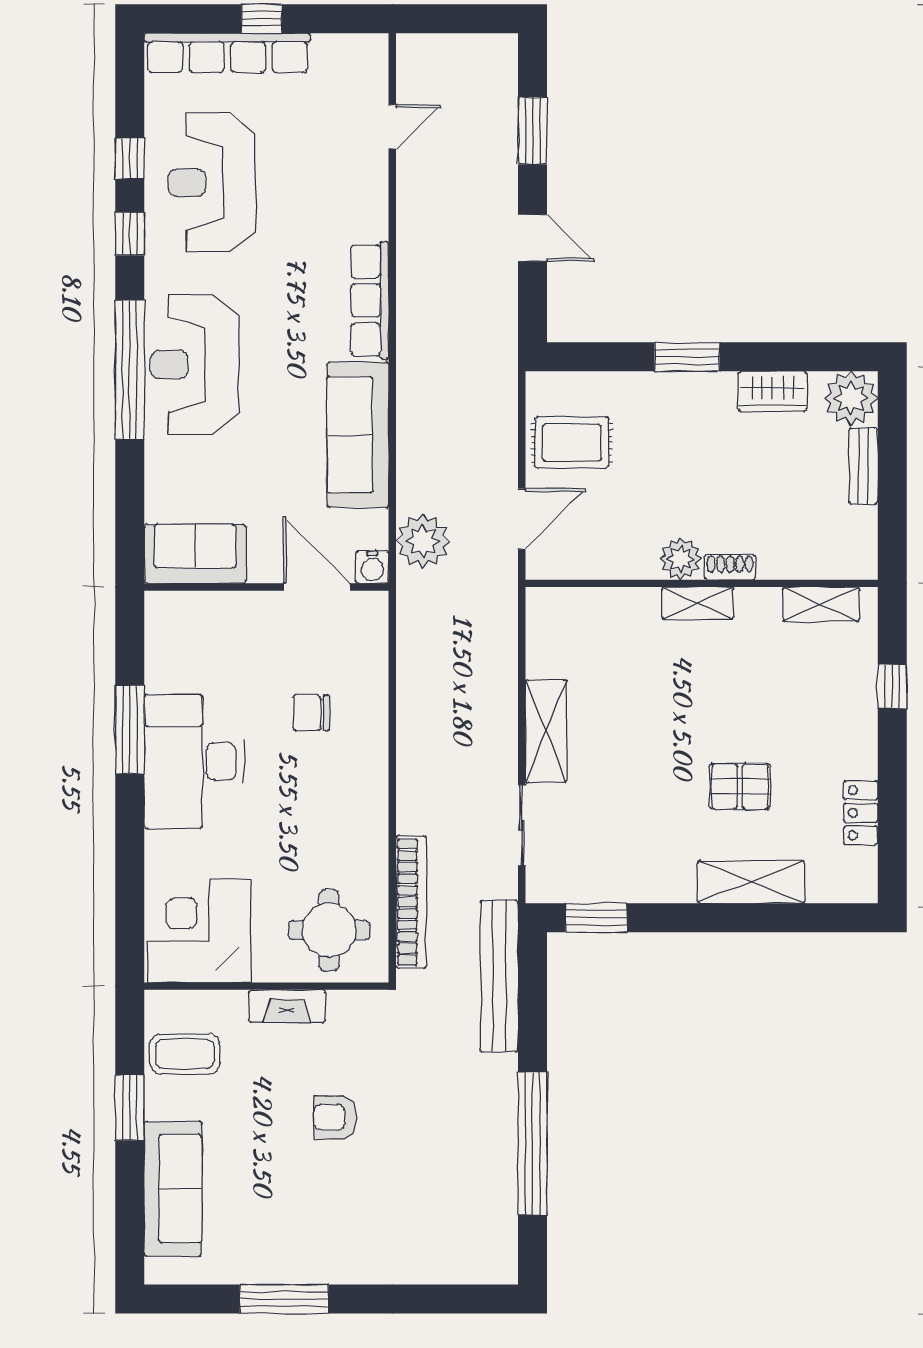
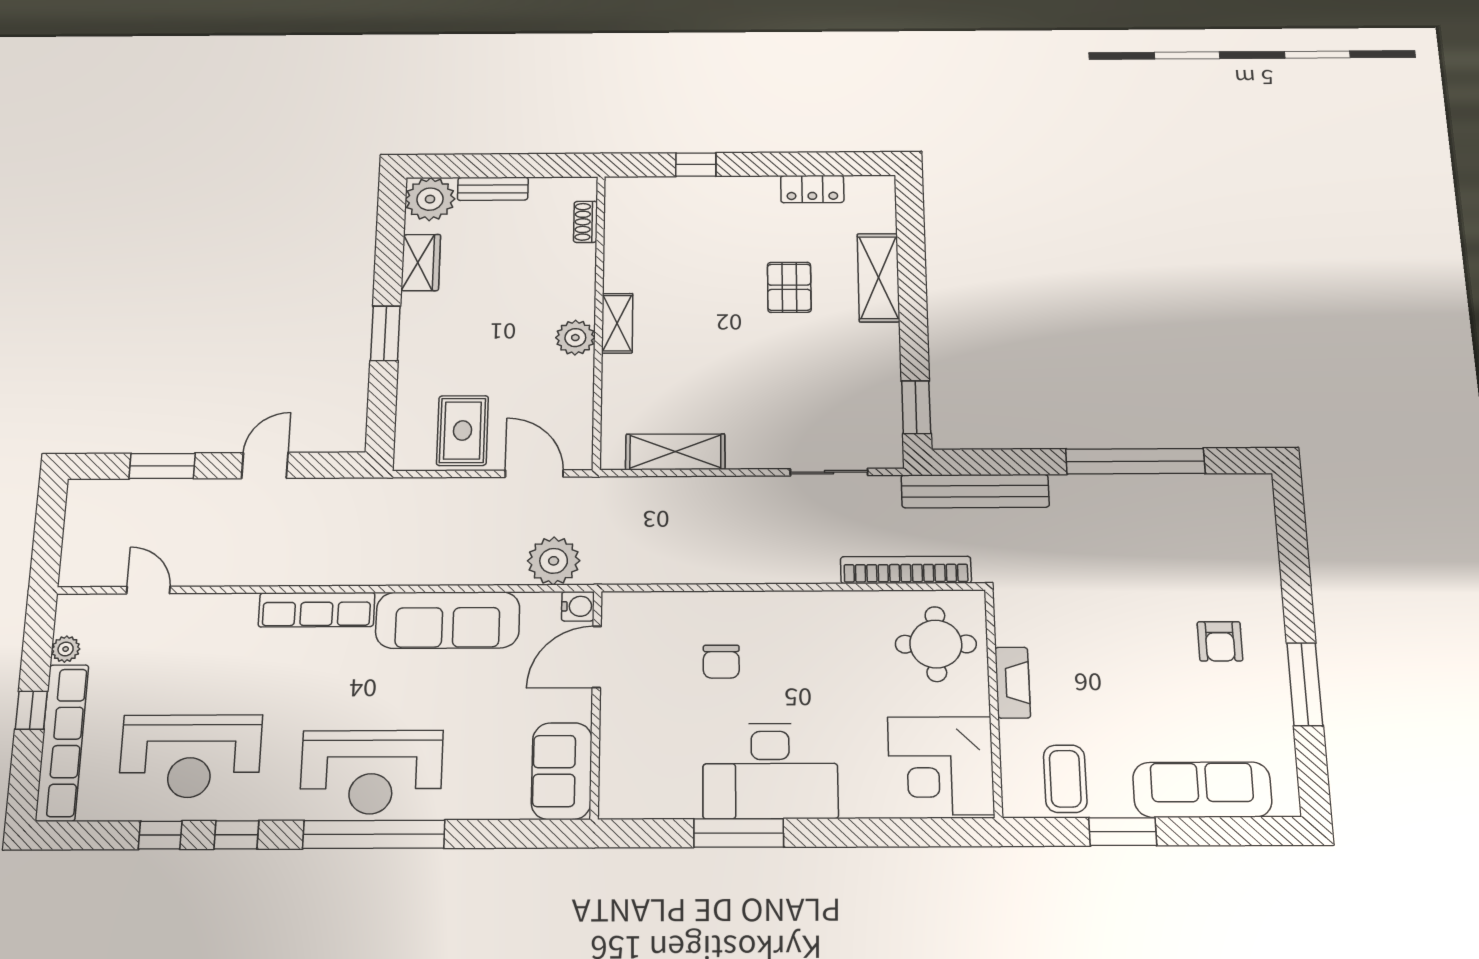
plant: (328, 48) -> (66, 649), added
shoe rack: (730, 567) -> (585, 222), moved
shelving: (821, 604) -> (620, 222), removed
shelving: (546, 731) -> (675, 452), moved
armchair: (335, 1117) -> (1220, 641), moved

